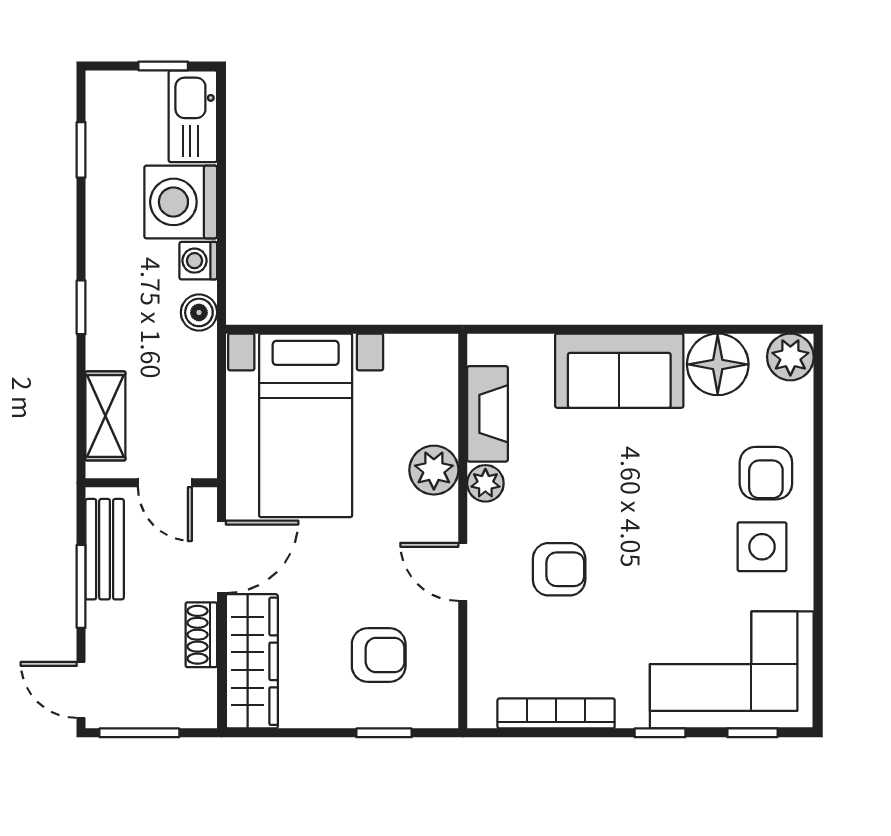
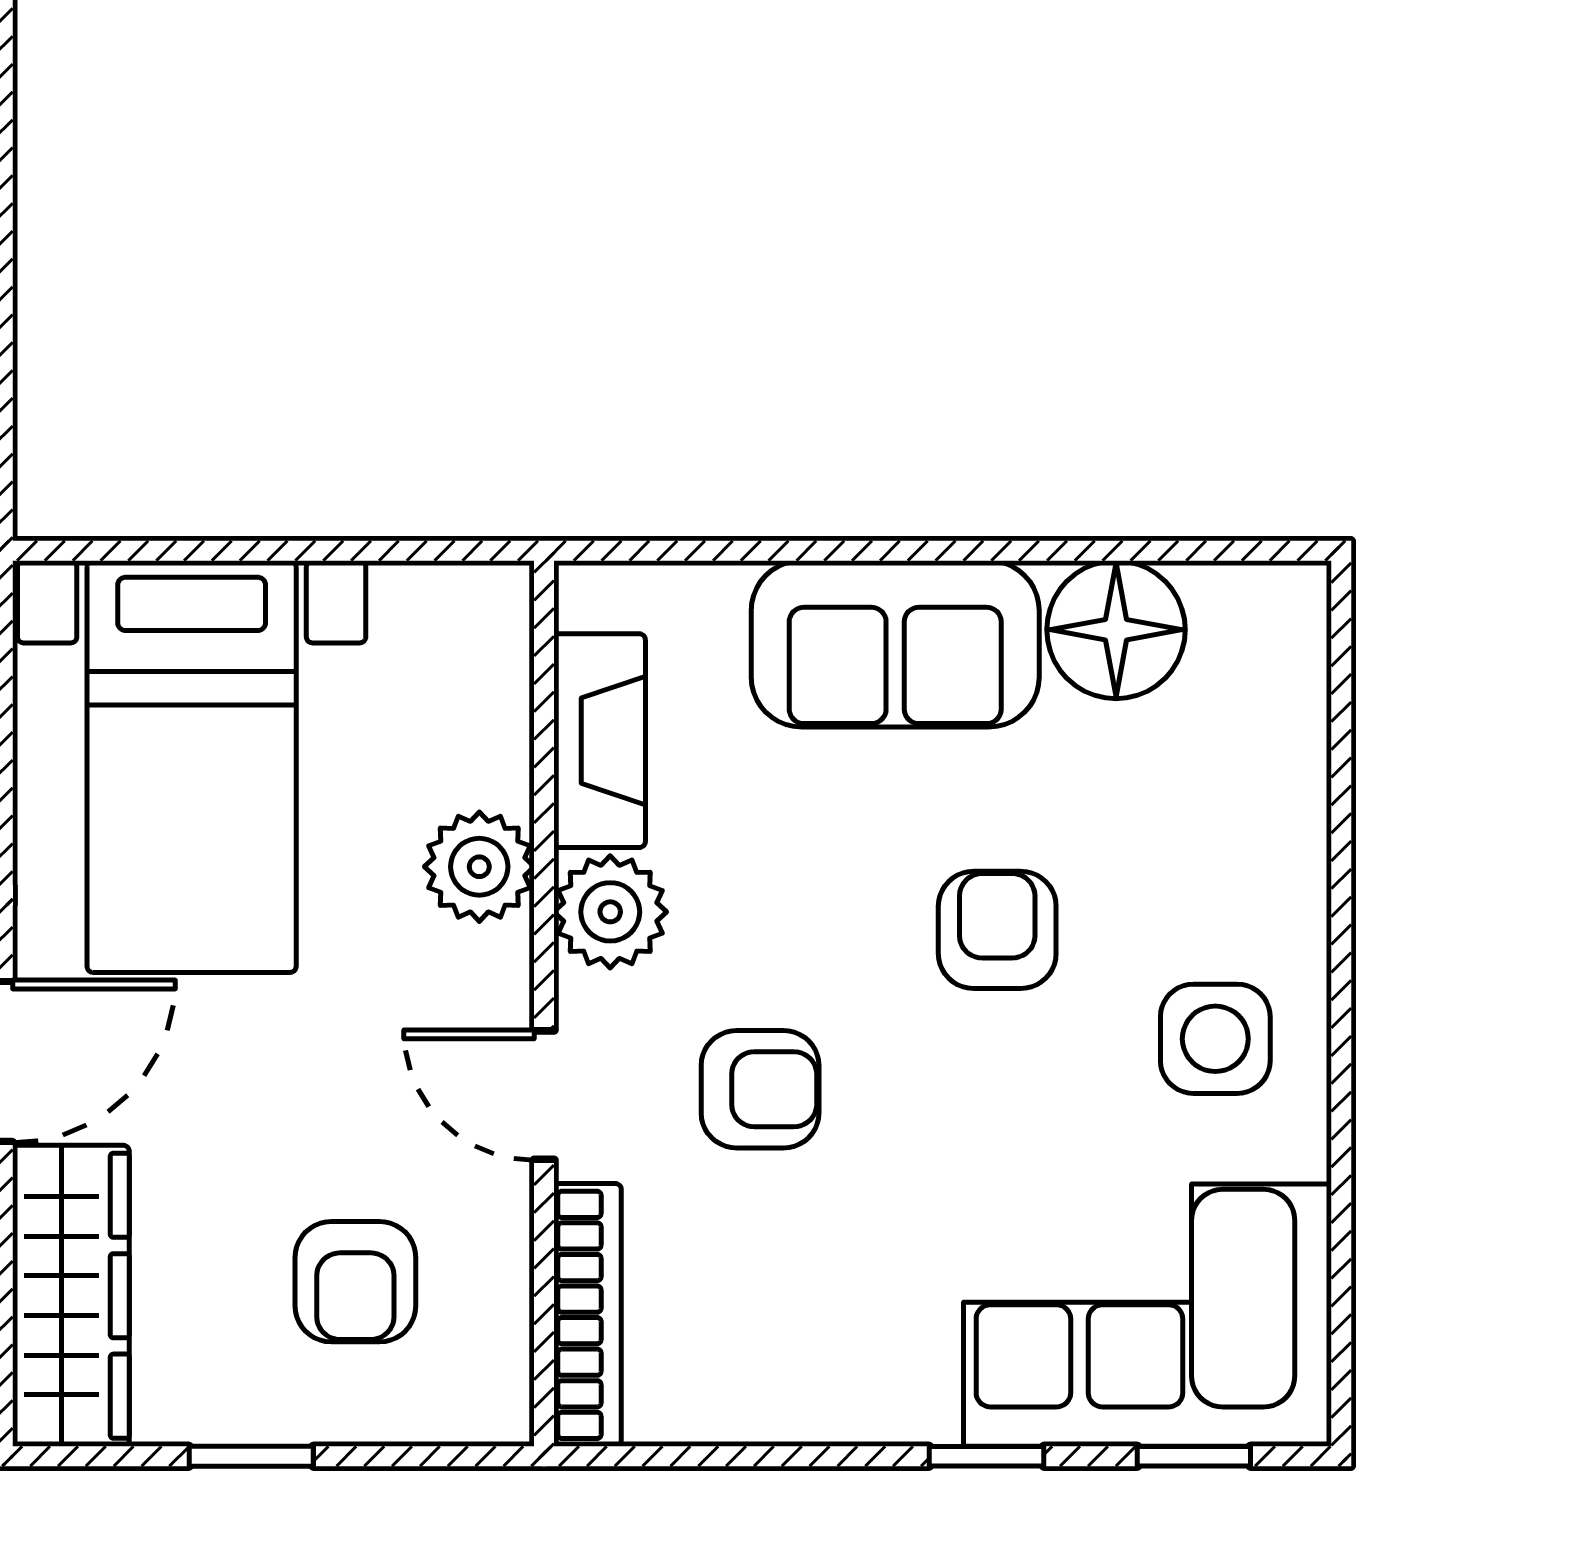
plant: (790, 357) -> (1279, 613), removed
armchair: (766, 473) -> (997, 930), moved, turned 180
plant: (485, 483) -> (610, 912), width x1.38, depth x1.38
armchair: (379, 655) -> (355, 1282), turned 90
bookcase: (556, 713) -> (588, 1315), moved, turned 90
window: (384, 733) -> (251, 1456), moved

